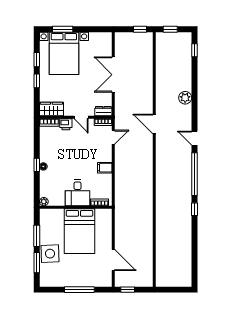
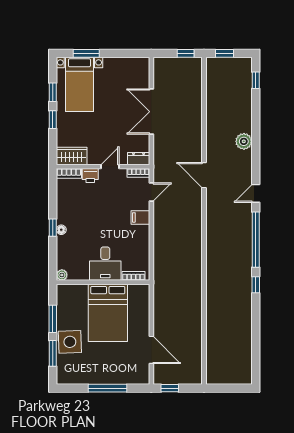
bed with nightstands: (64, 53) -> (79, 84), width x0.73
door: (81, 117) -> (110, 167), swing flipped
door: (194, 138) -> (256, 193), hinge flipped
filing cabinet: (105, 168) -> (140, 217), moved

